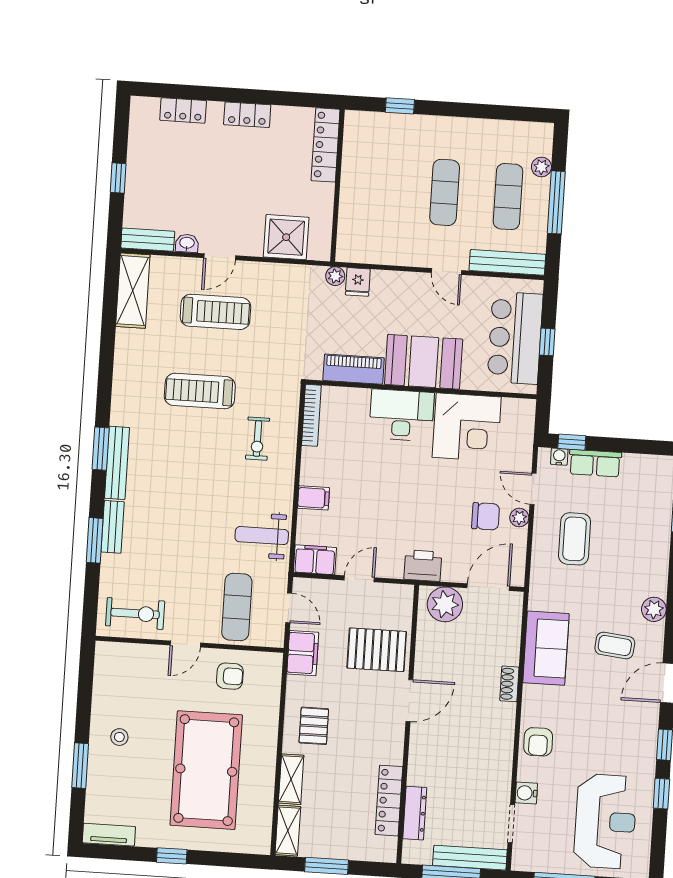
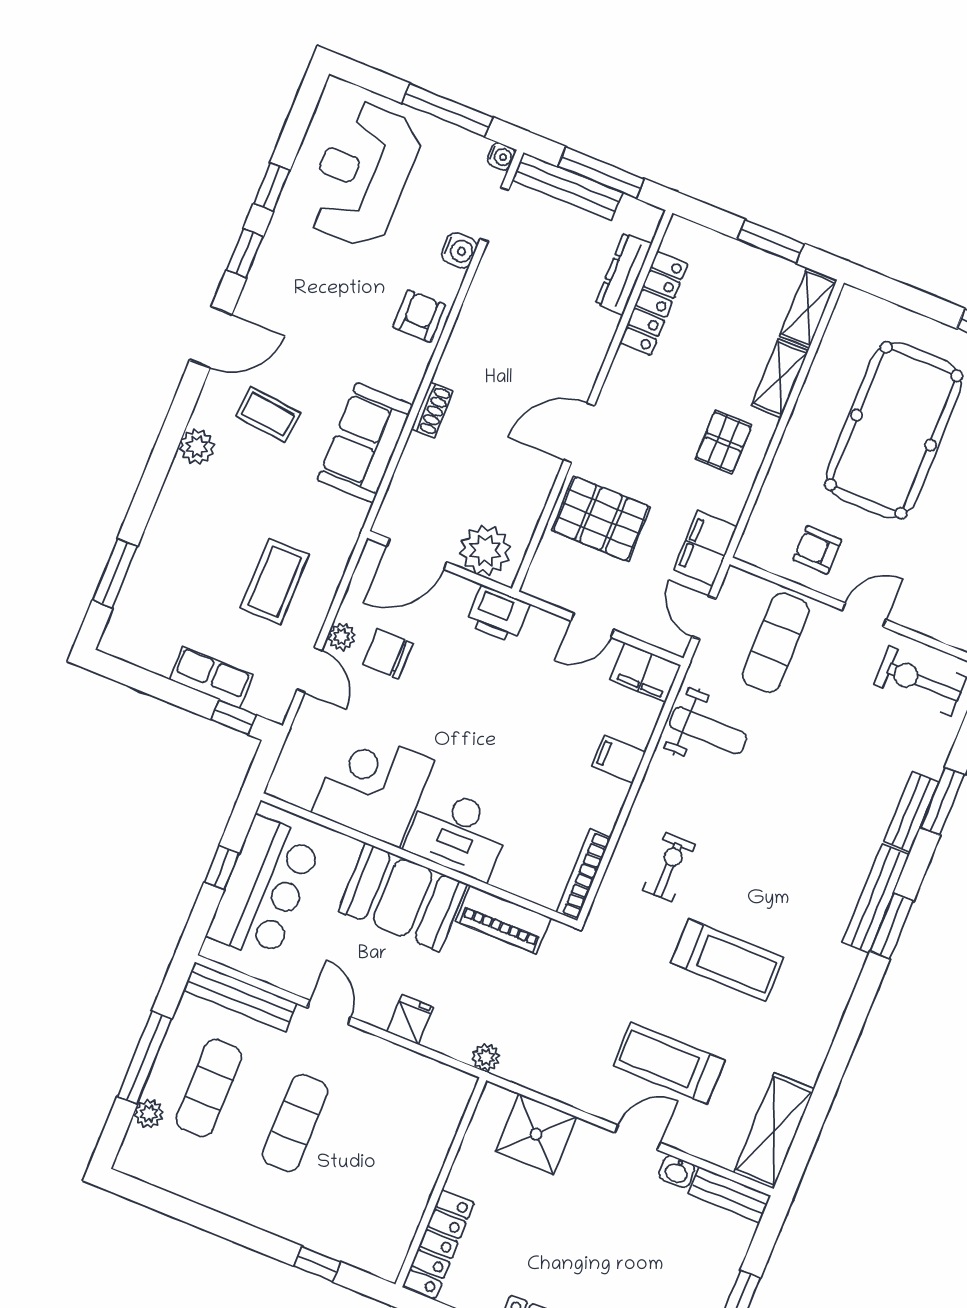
fridge: (358, 282) -> (410, 1020), moved
water cooler: (559, 457) -> (501, 156), moved, turned -90

